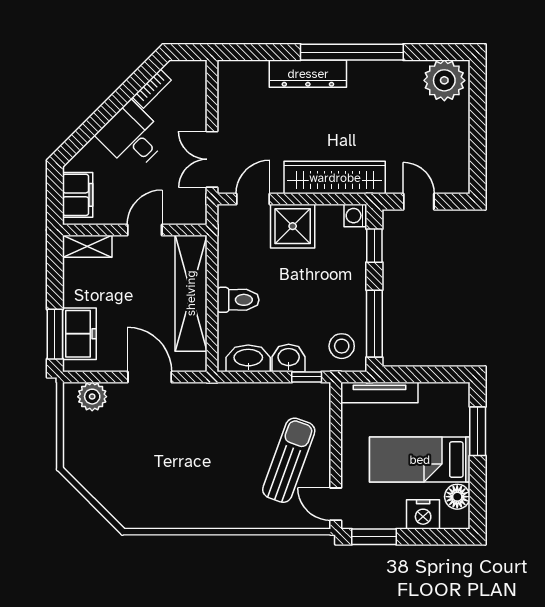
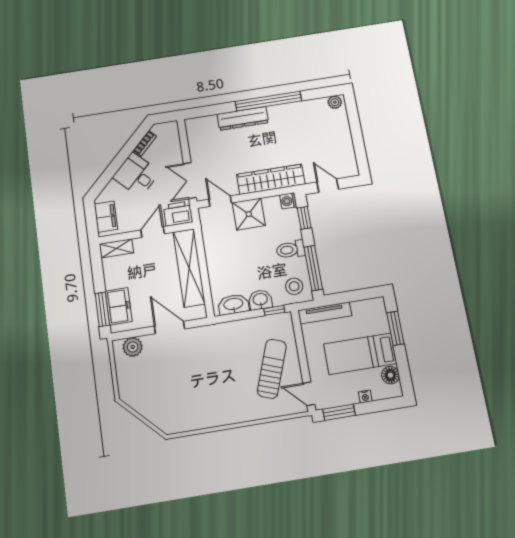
plant: (444, 80) -> (335, 102), width x0.53, depth x0.53
door: (253, 199) -> (220, 201), hinge flipped
printer: (187, 208) -> (178, 214), added
toilet: (238, 300) -> (291, 250), moved, turned 180
nightstand: (423, 514) -> (365, 397), width x0.53, depth x0.56

